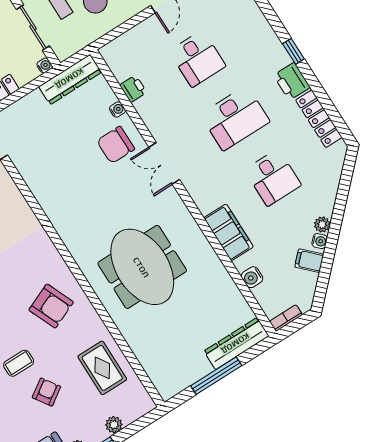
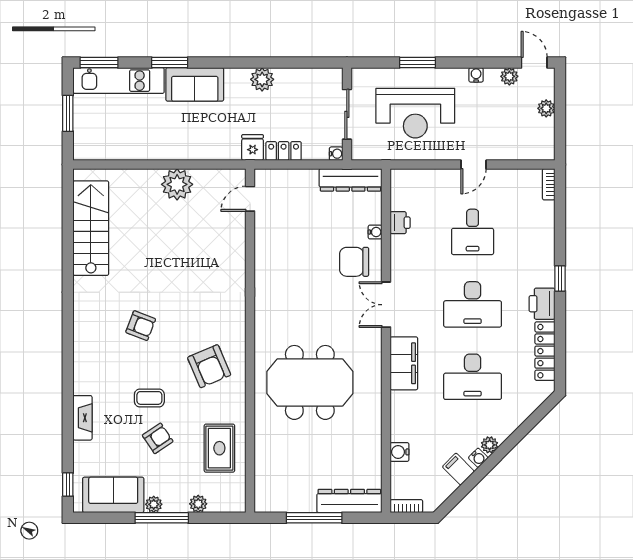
desk: (273, 178) -> (473, 377), width x1.37
filing cabinet: (229, 232) -> (404, 363), moved
meeting table: (142, 267) -> (310, 382), turned 90

